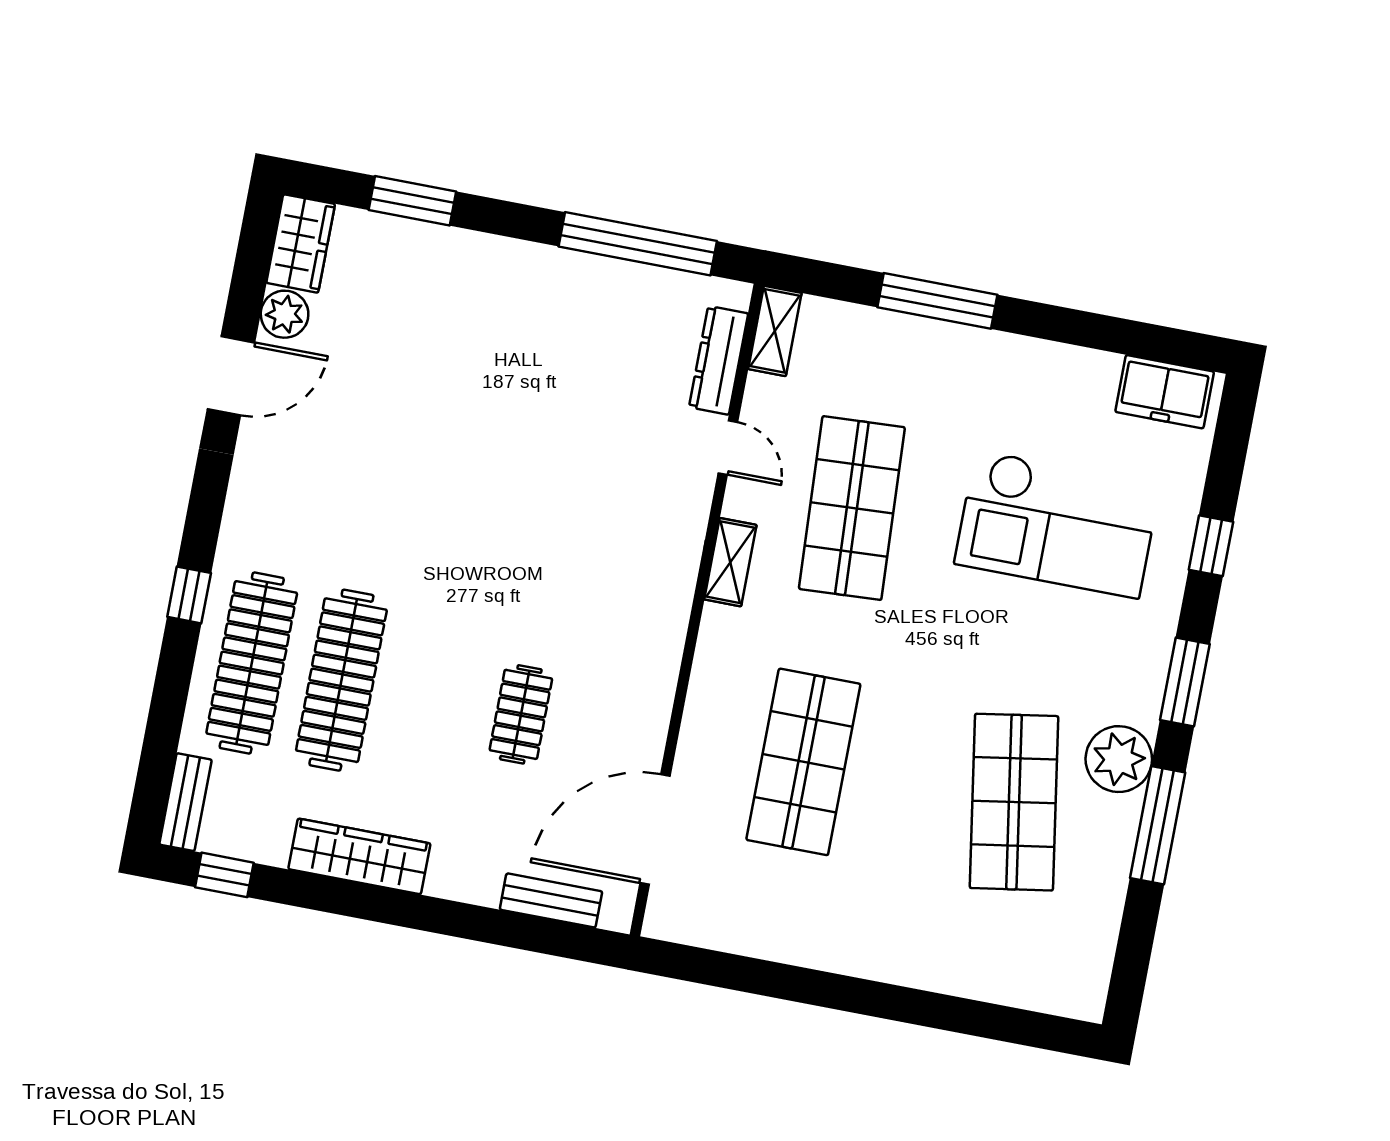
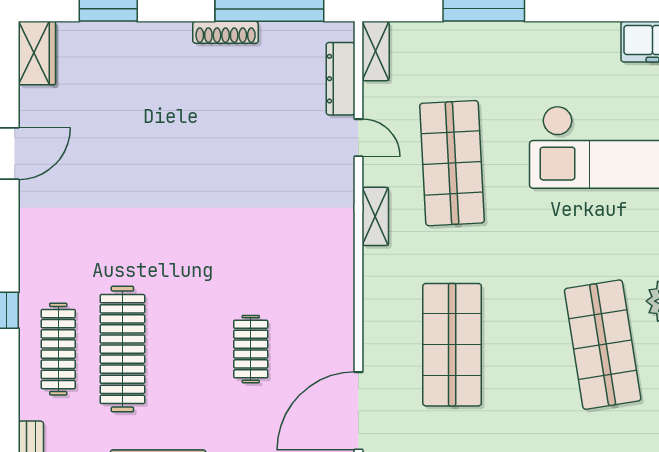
shoe rack: (570, 265) -> (226, 32), added
plant: (285, 314) -> (35, 104), removed
clothes rail: (252, 663) -> (58, 349), width x0.73, depth x0.76

